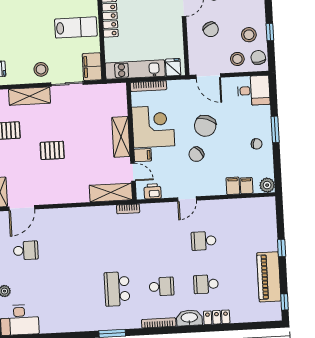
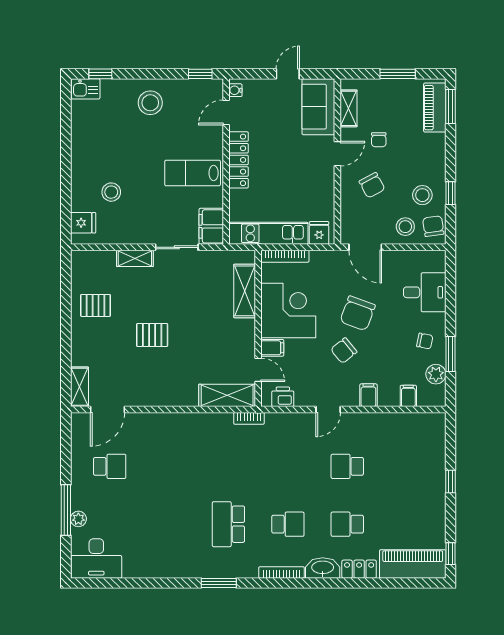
lab bench: (76, 27) -> (193, 173), turned 180
stool: (41, 69) -> (111, 192), moved
desk: (254, 90) -> (425, 292), moved
shelving: (29, 96) -> (135, 258), width x0.67, depth x0.75
window: (275, 129) -> (451, 354), moved
shelving: (121, 137) -> (245, 291), moved
plant: (267, 185) -> (436, 374), moved
filing cabinet: (233, 186) -> (368, 395), moved
piano: (269, 277) -> (413, 564), moved, turned 90

